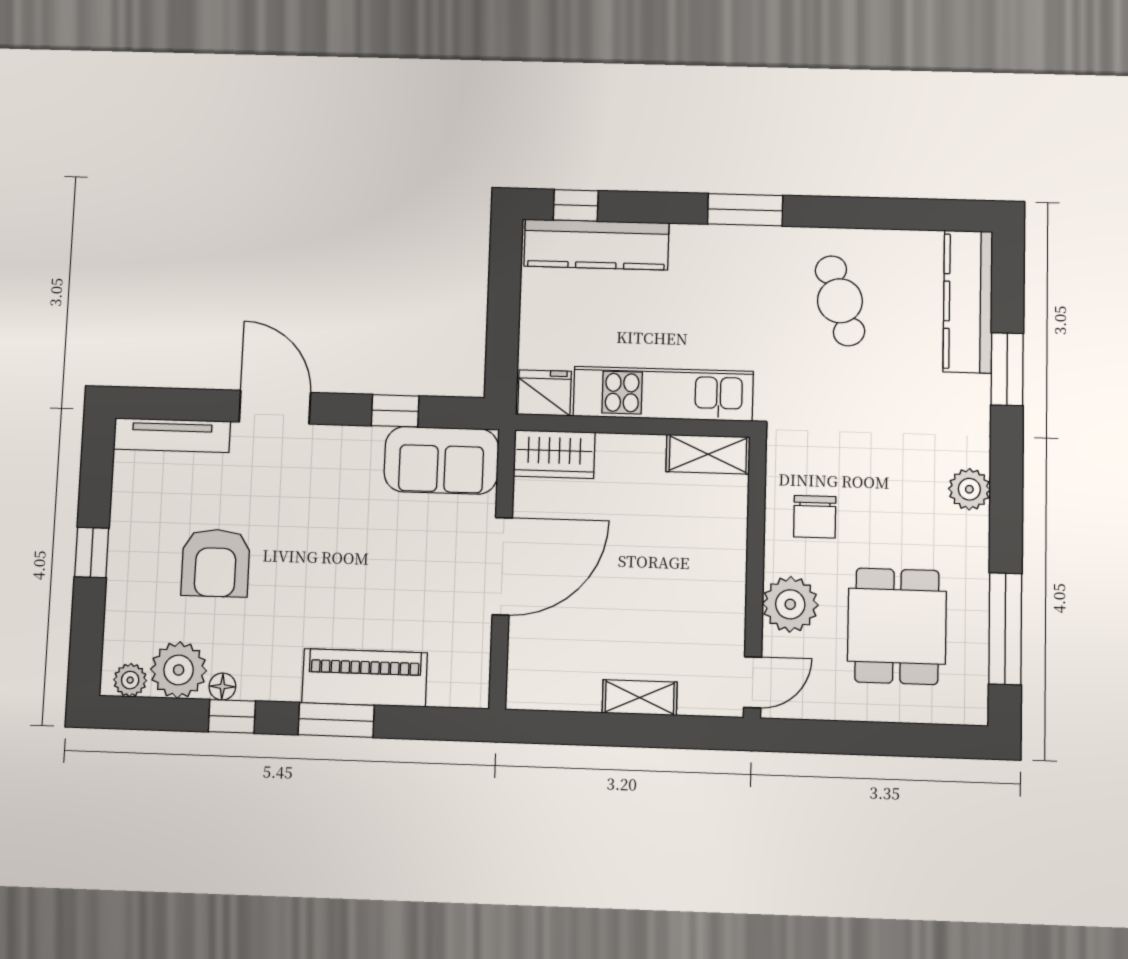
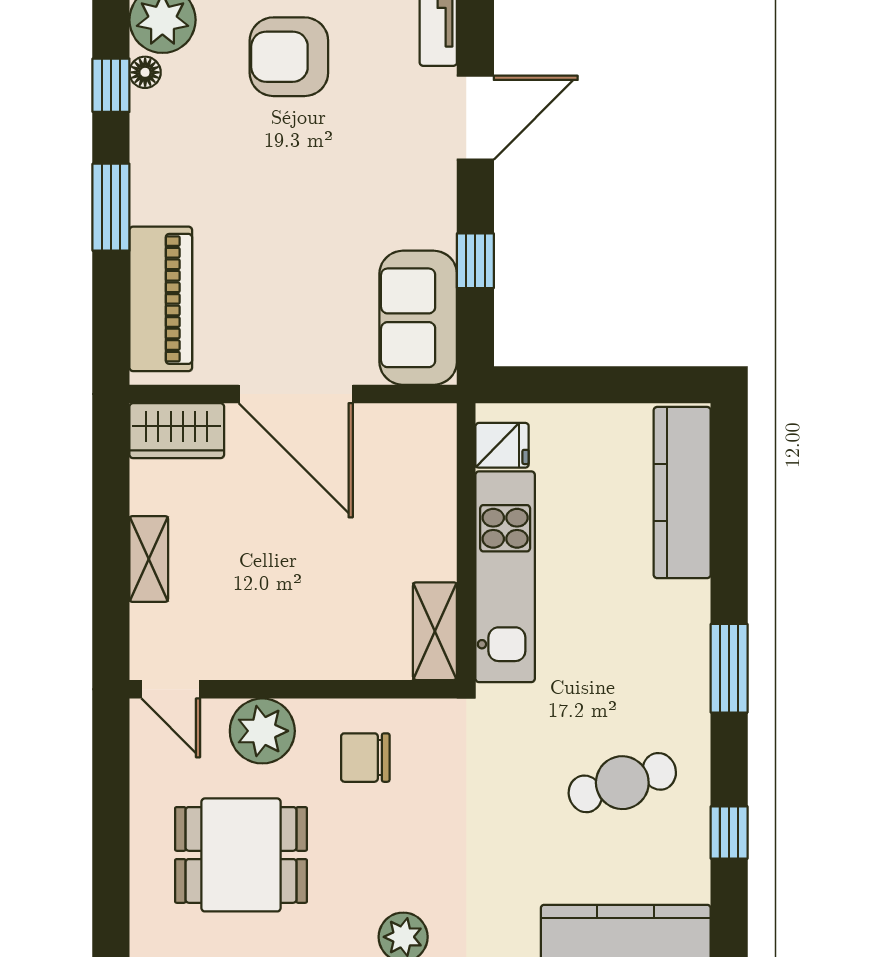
window: (576, 205) -> (729, 832), moved
fridge: (545, 393) -> (502, 445), width x0.72
wardrobe: (554, 454) -> (177, 431), moved, turned -90
piano: (365, 678) -> (161, 299), moved

